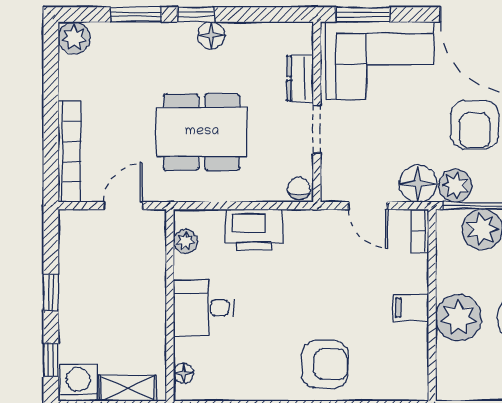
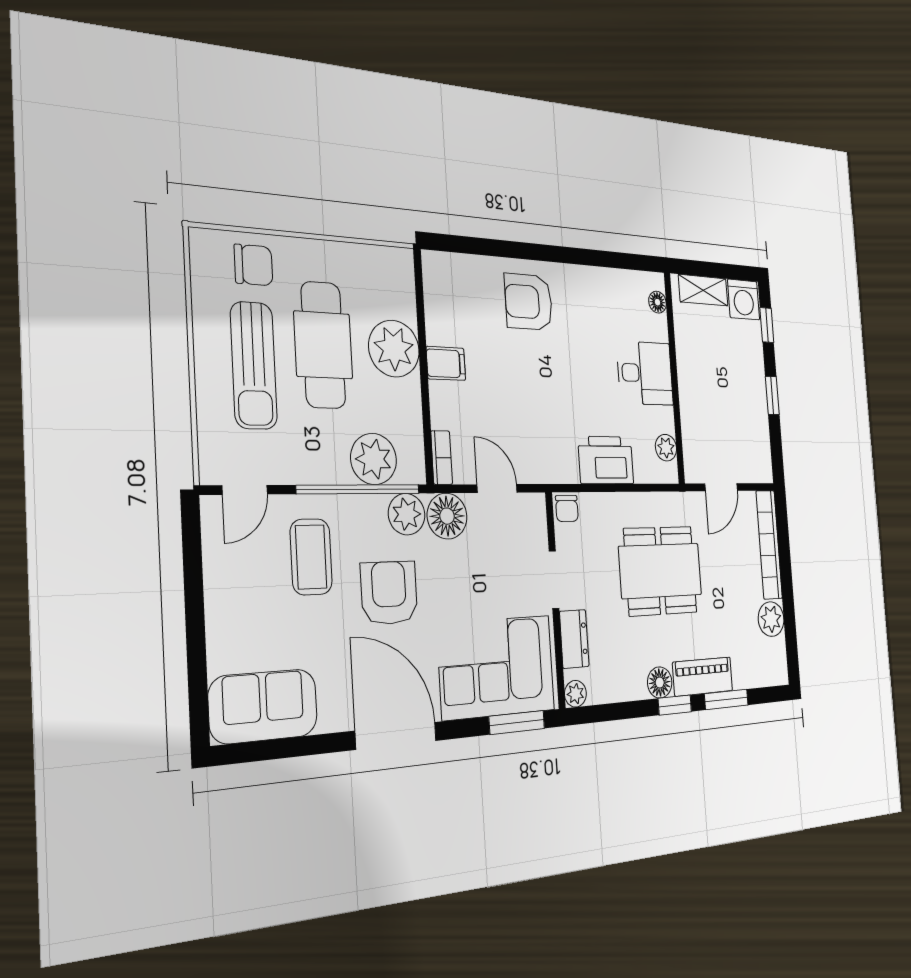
plant: (302, 33) -> (575, 694), added
piano: (162, 37) -> (703, 676), added
plant: (74, 38) -> (771, 619), moved

